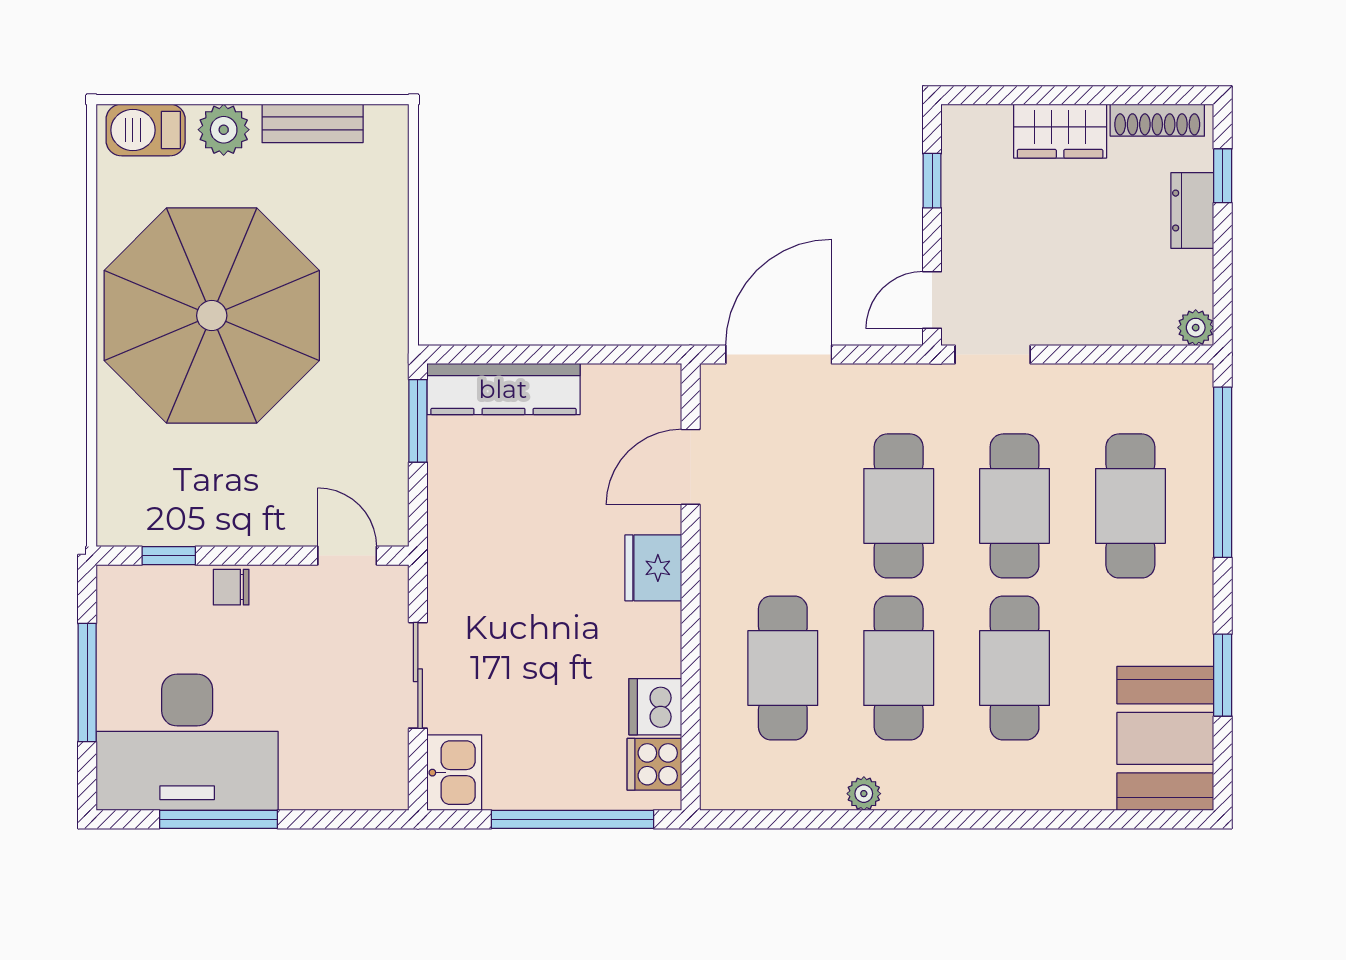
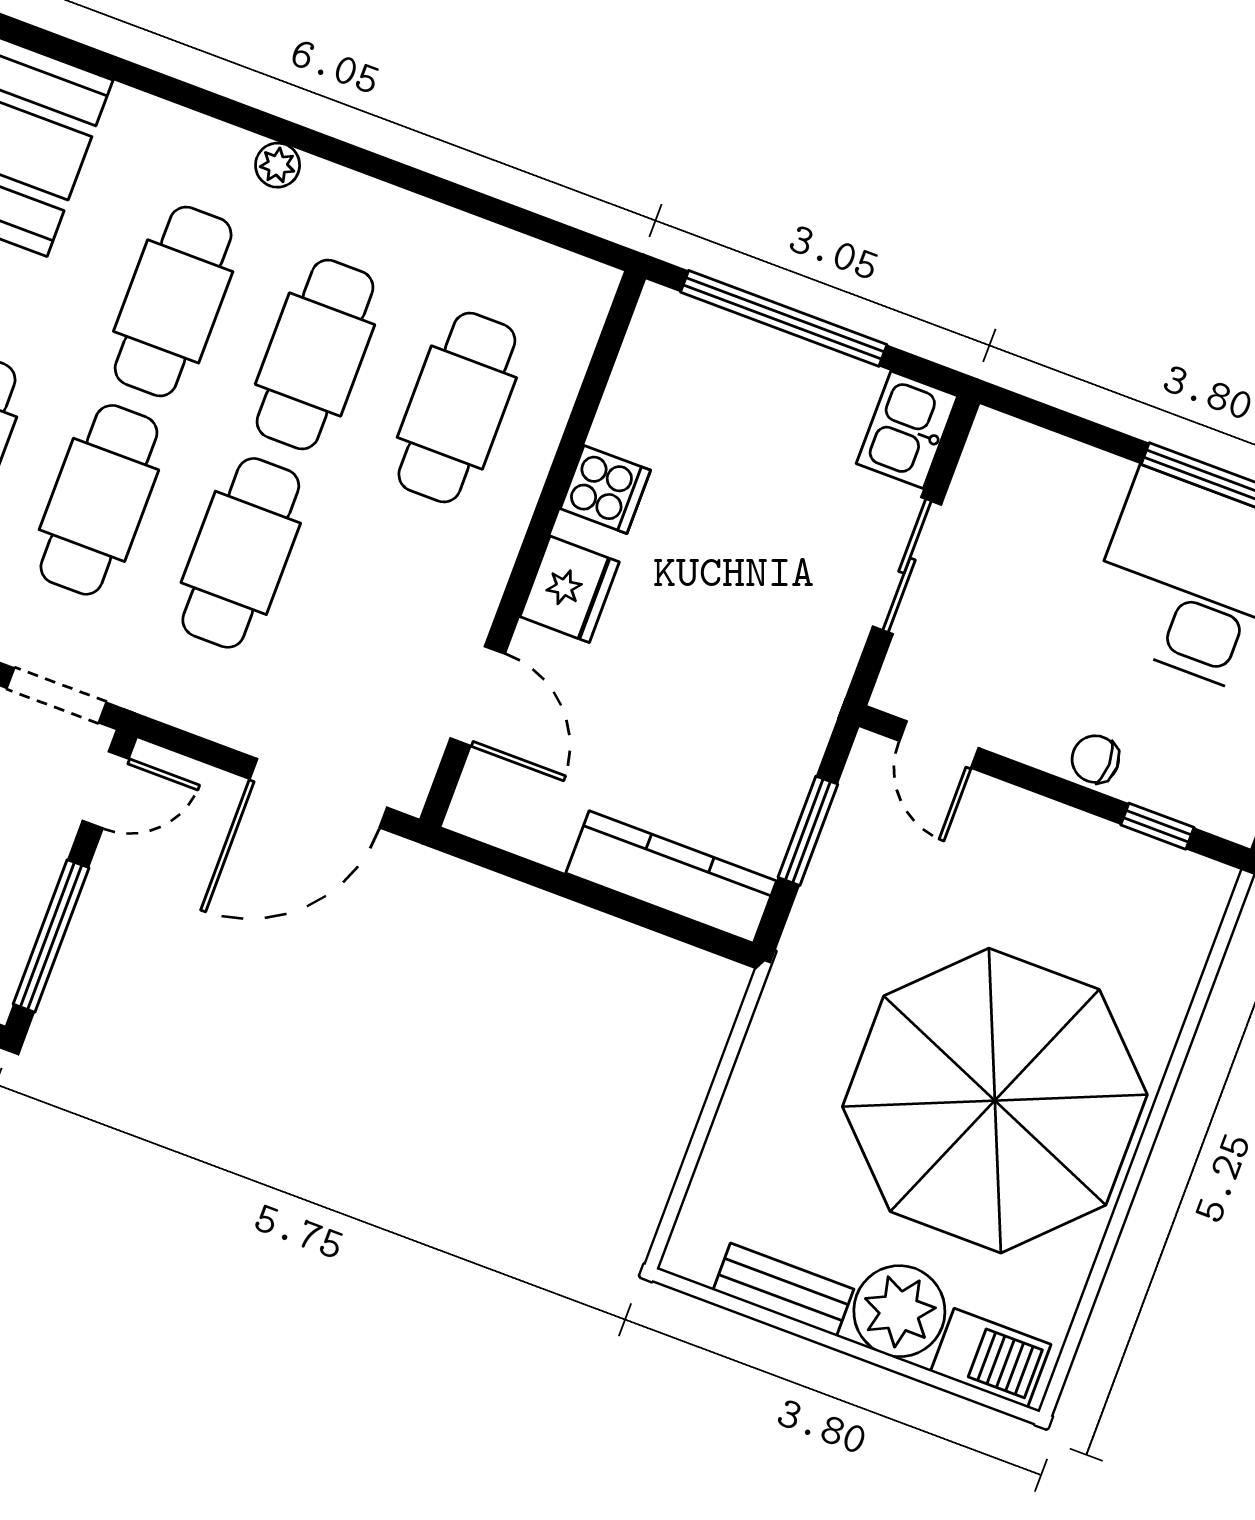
plant: (224, 130) -> (899, 1311), width x1.36, depth x1.36
window: (932, 181) -> (51, 936), width x2.17
window: (418, 421) -> (808, 831), moved
door: (691, 467) -> (478, 696), hinge flipped
chair: (231, 587) -> (1095, 759), turned 180
dishwasher: (655, 707) -> (631, 418), removed
cooker: (654, 764) -> (605, 489), moved
plant: (864, 794) -> (278, 165), moved

